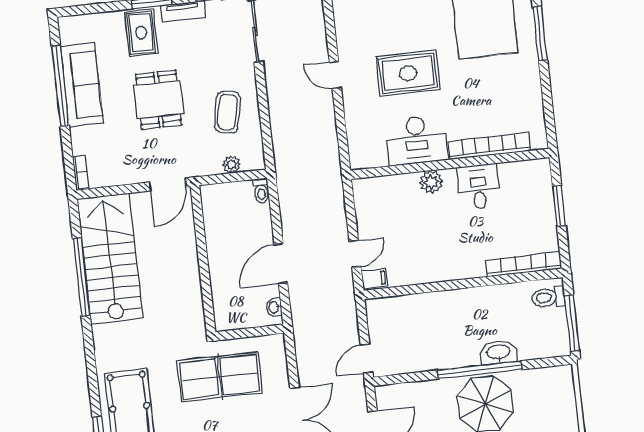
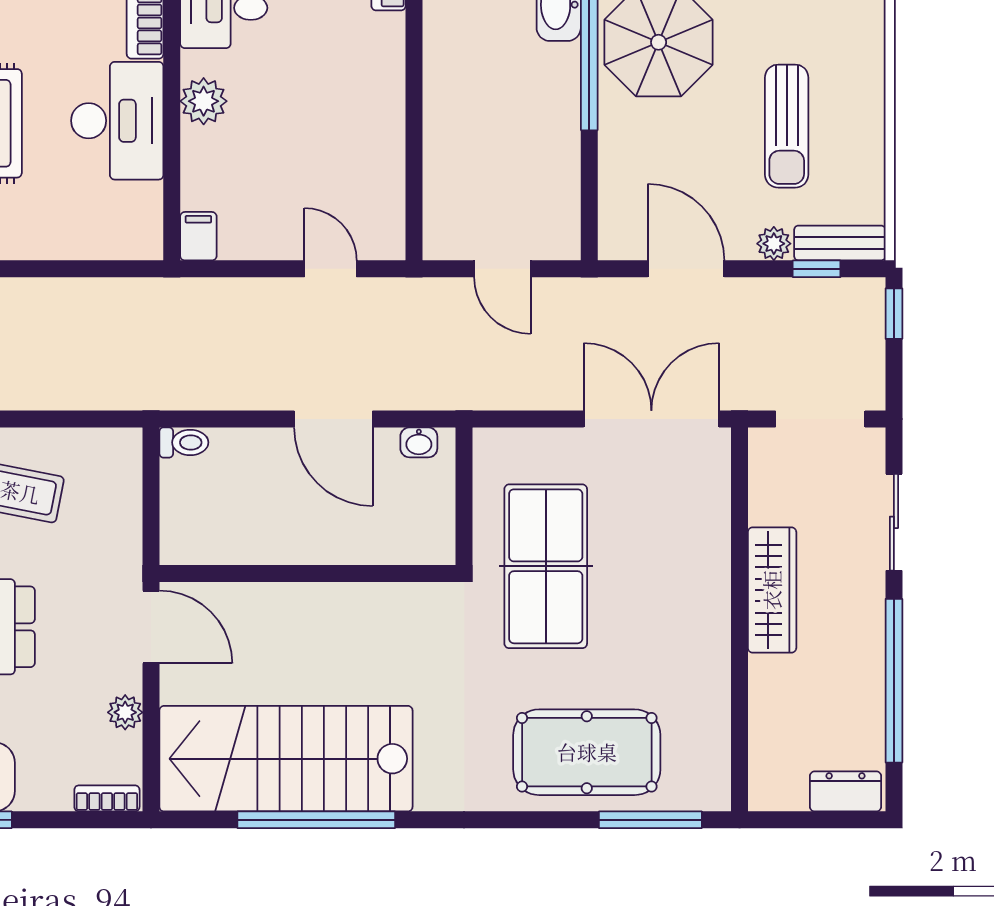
plant: (231, 165) -> (125, 712), moved
filing cabinet: (374, 278) -> (198, 236), moved
door: (367, 359) -> (502, 269), moved

